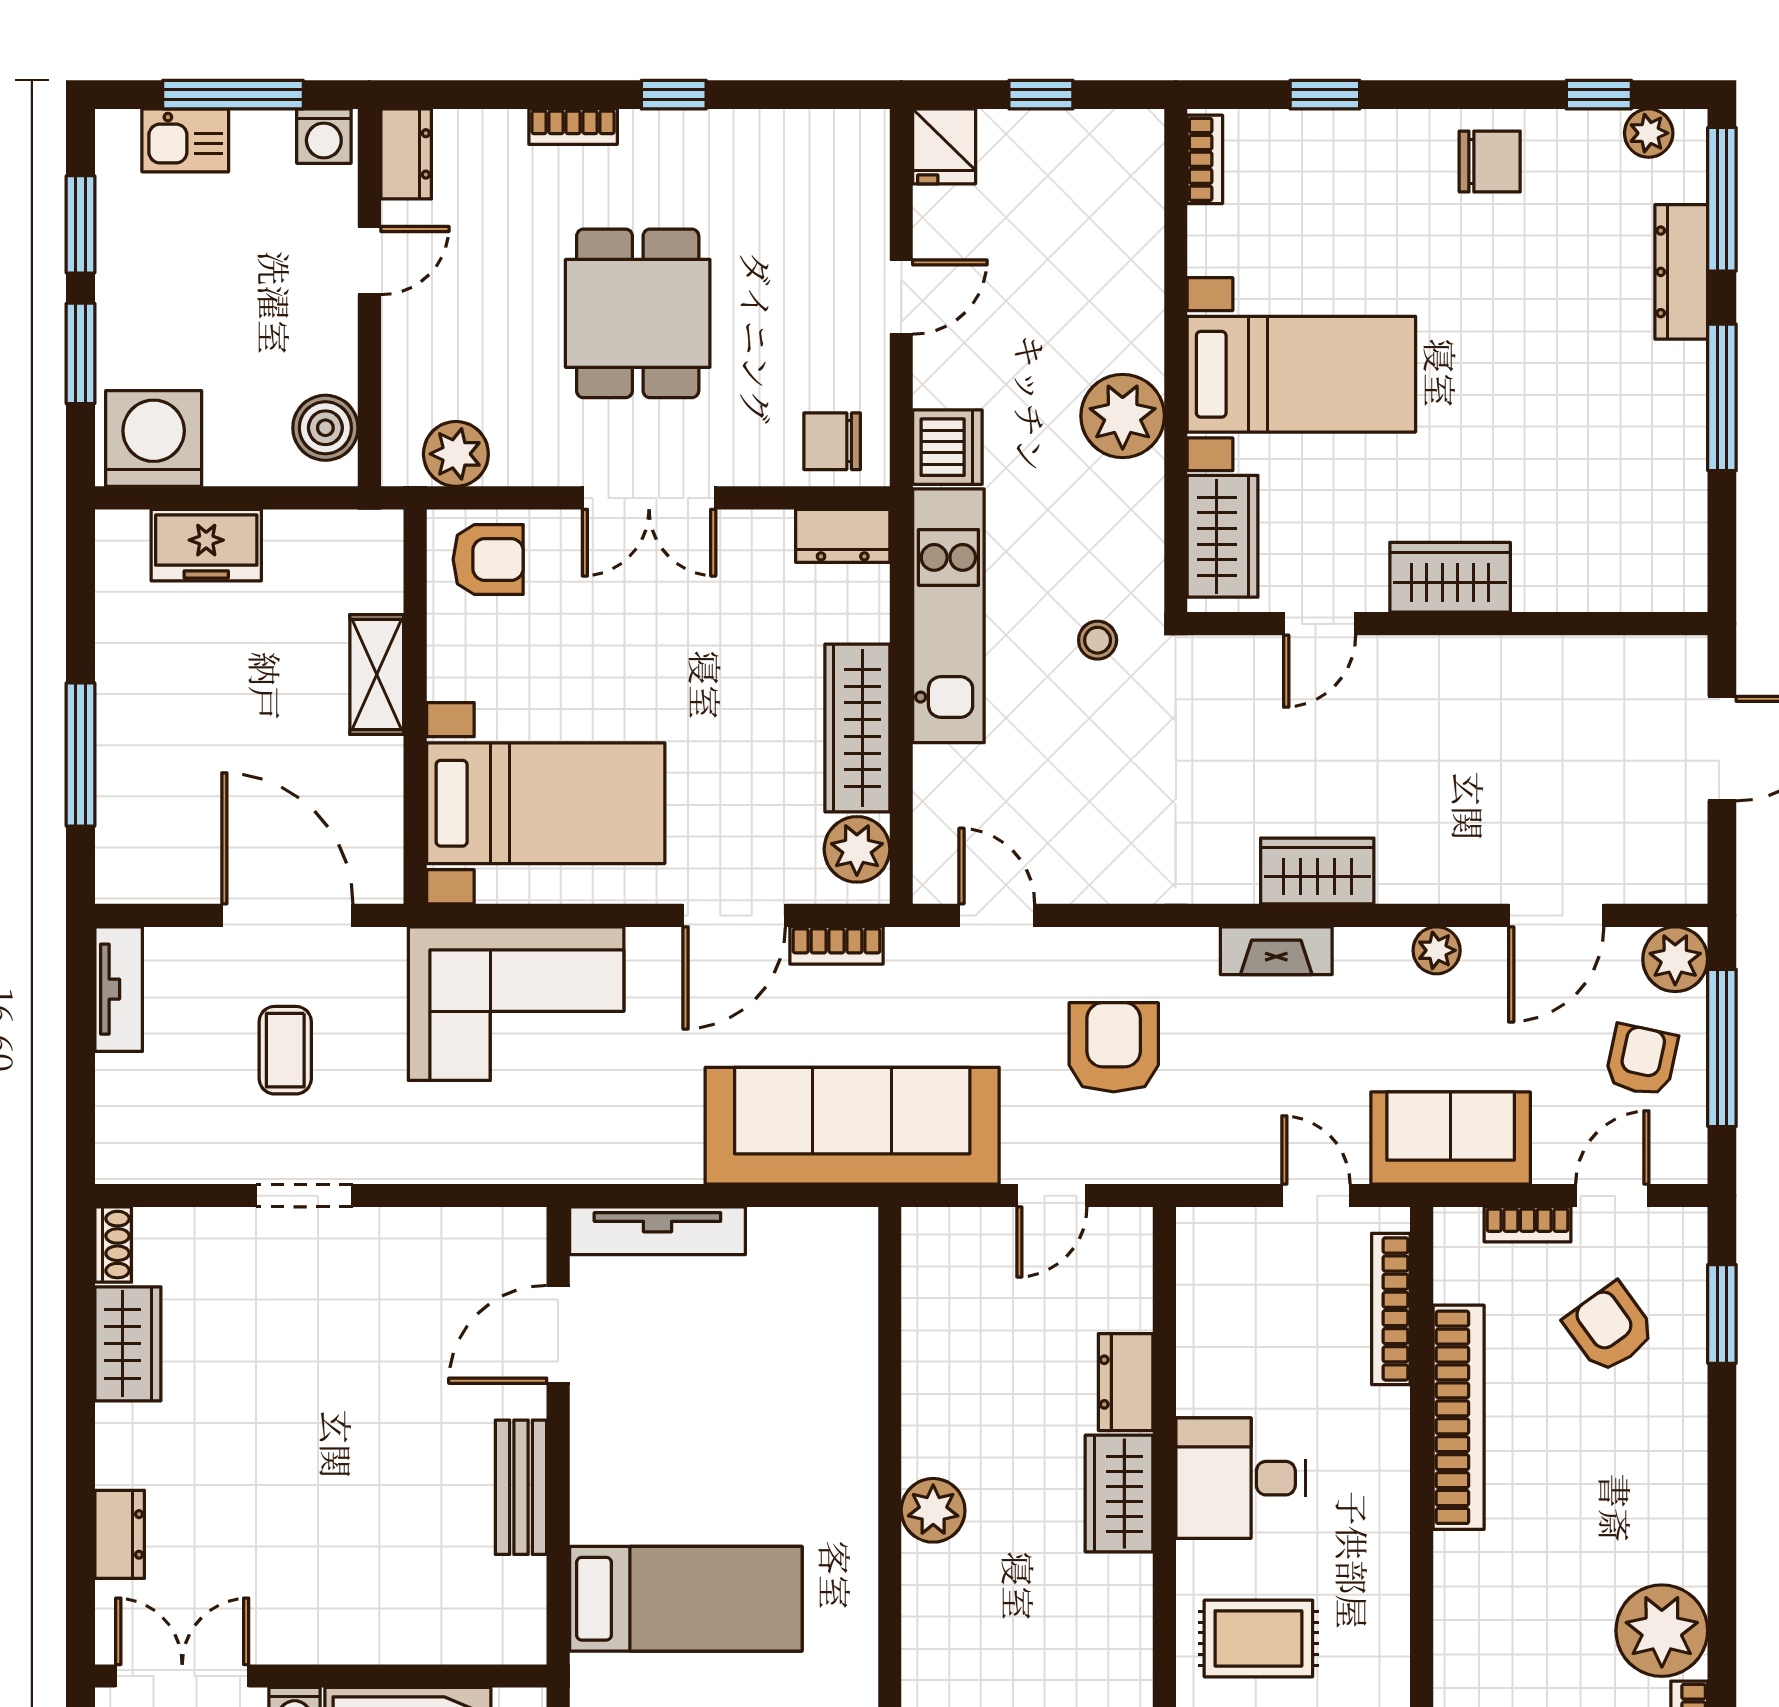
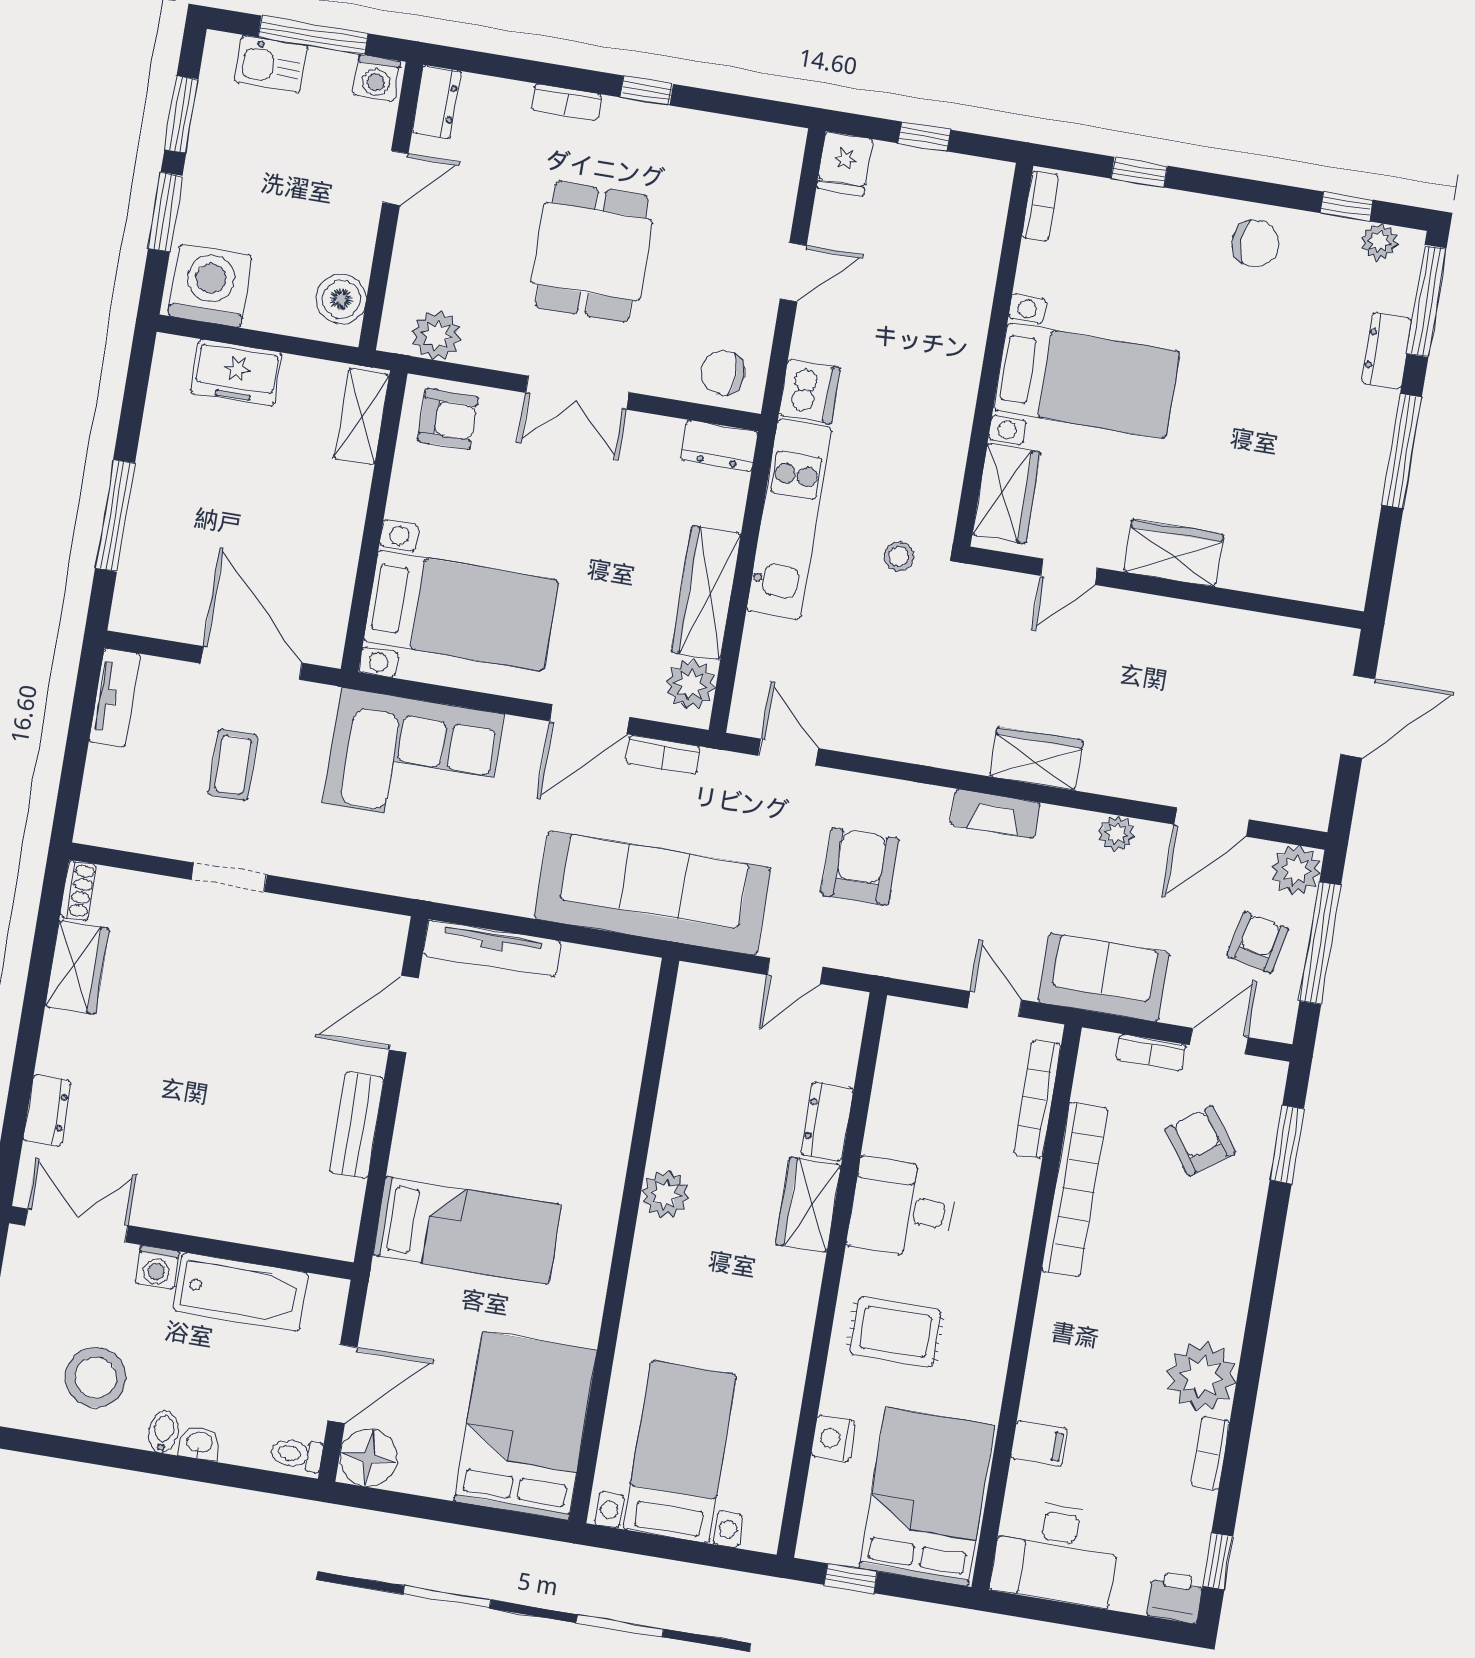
dresser: (1681, 272) -> (1387, 351), width x0.70
plant: (1123, 416) -> (946, 390), removed
shelving: (377, 675) -> (362, 417), moved

